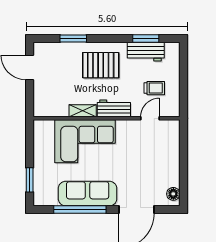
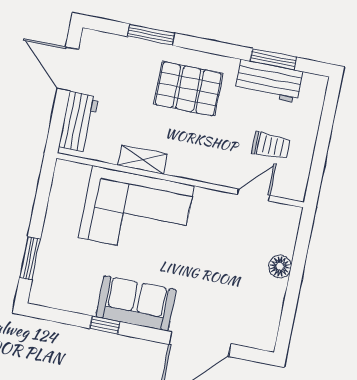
workbench: (114, 108) -> (78, 122), moved, turned 90
sofa: (88, 194) -> (136, 303), width x0.73
floor lamp: (173, 194) -> (280, 266), moved
window: (80, 210) -> (105, 325), width x0.32

